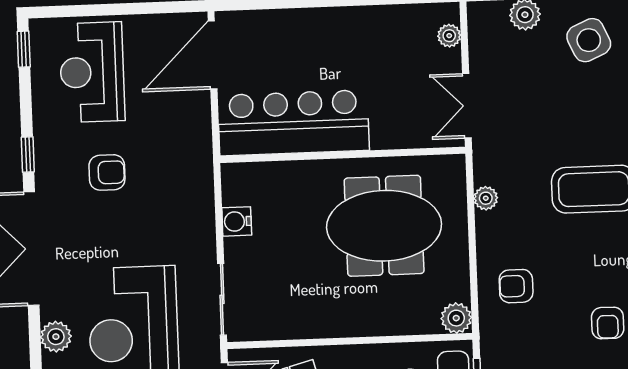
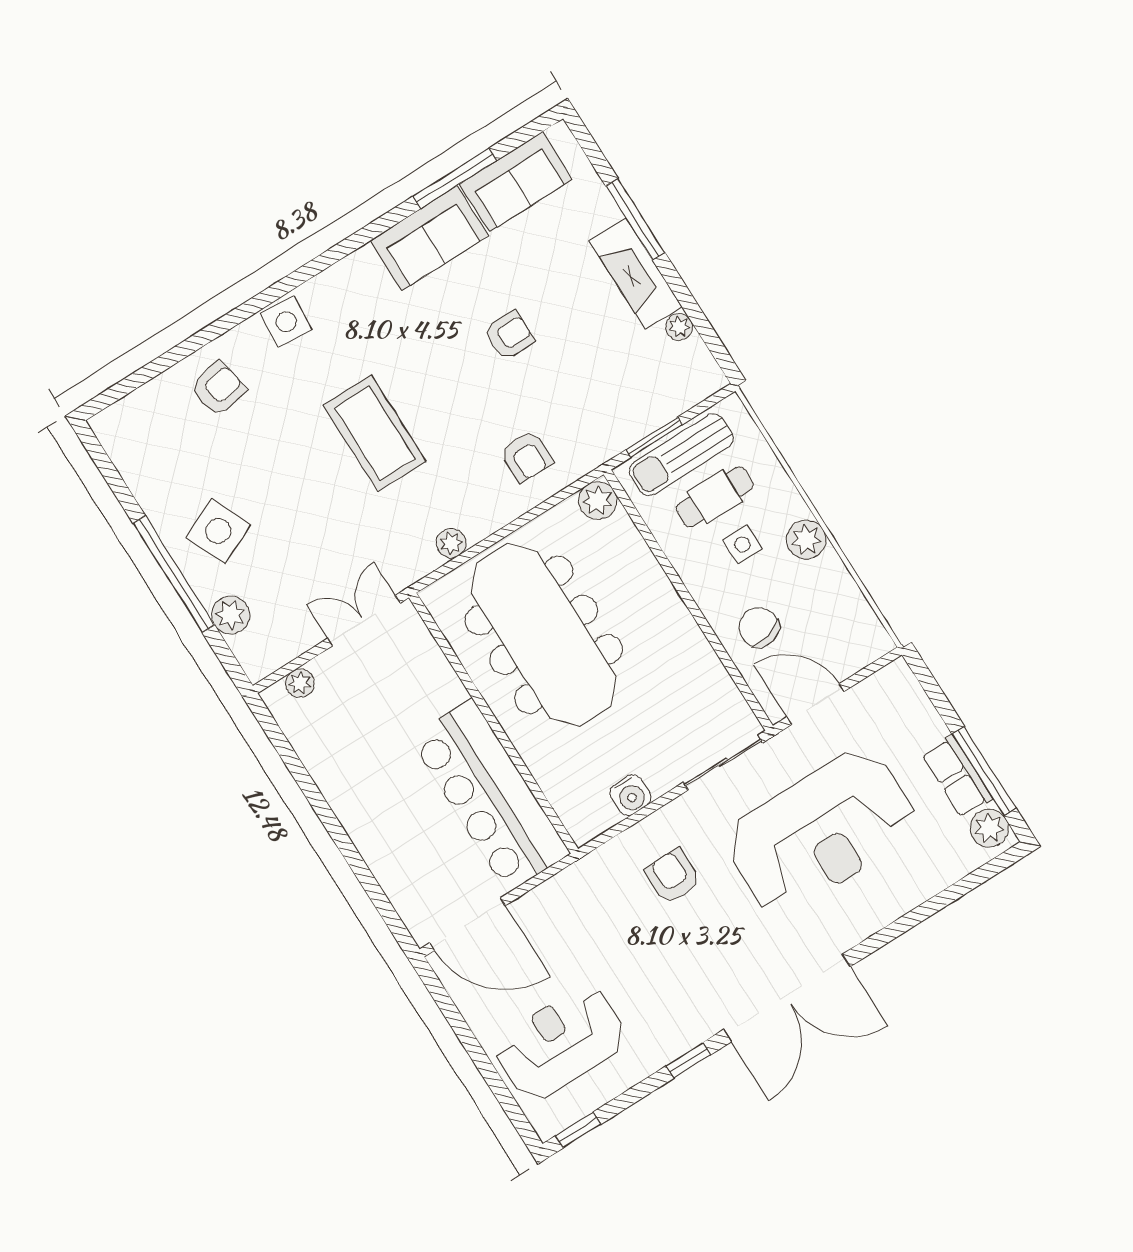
reception desk: (92, 72) -> (561, 1043), turned 180
double door: (467, 106) -> (364, 621), swing flipped
armchair: (107, 172) -> (673, 876), moved
meeting table: (384, 226) -> (544, 635), width x1.36
plant: (56, 337) -> (866, 917), removed

